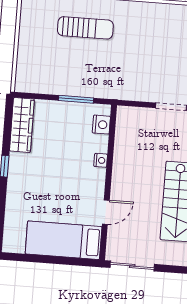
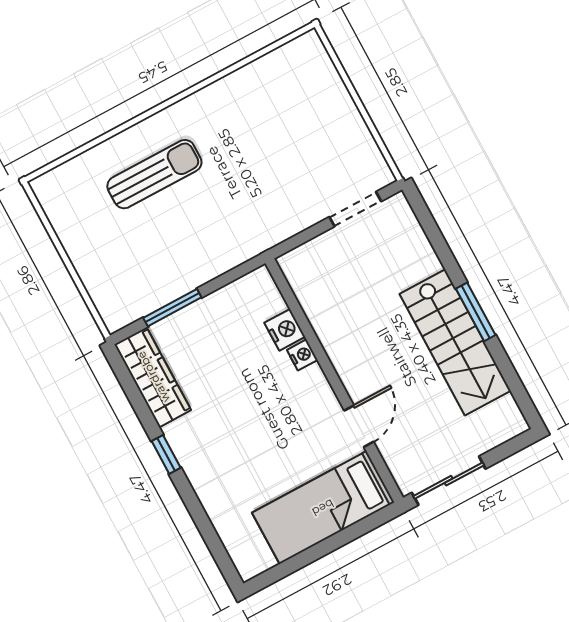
window: (76, 99) -> (172, 308), moved
nightstand: (101, 125) -> (285, 330), moved

